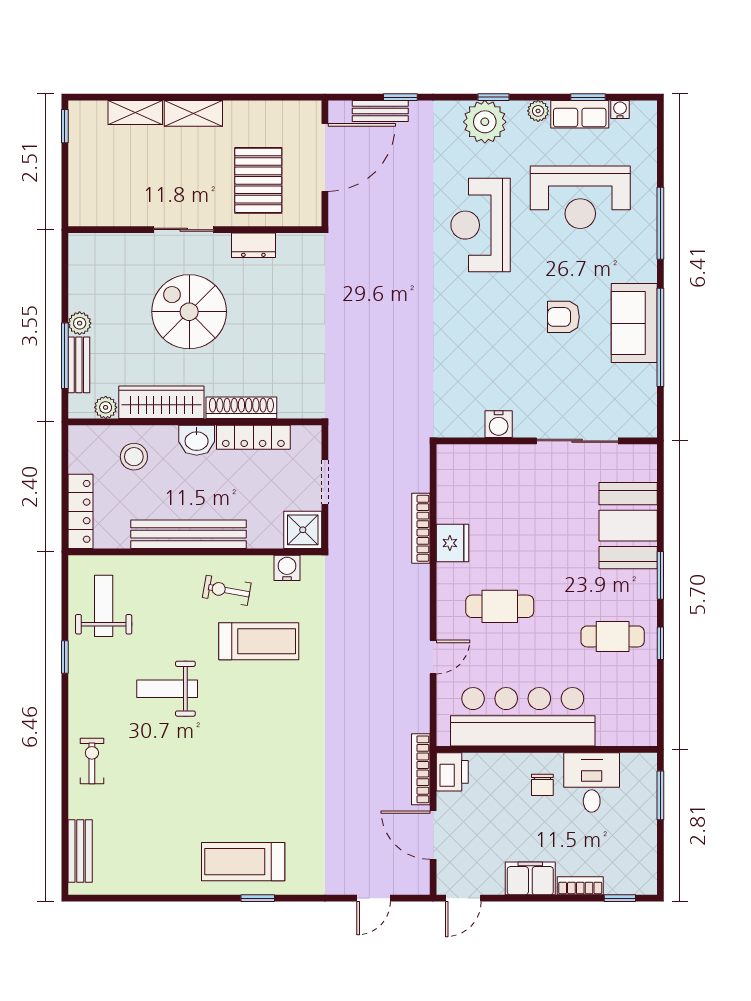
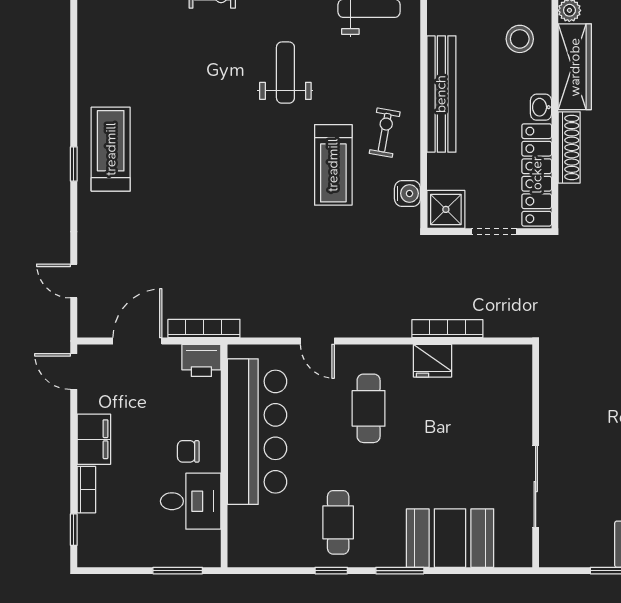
water cooler: (499, 424) -> (553, 407), removed
locker: (253, 437) -> (537, 175), width x1.41, depth x1.21
washbasin: (197, 440) -> (541, 107), width x0.72, depth x0.69

